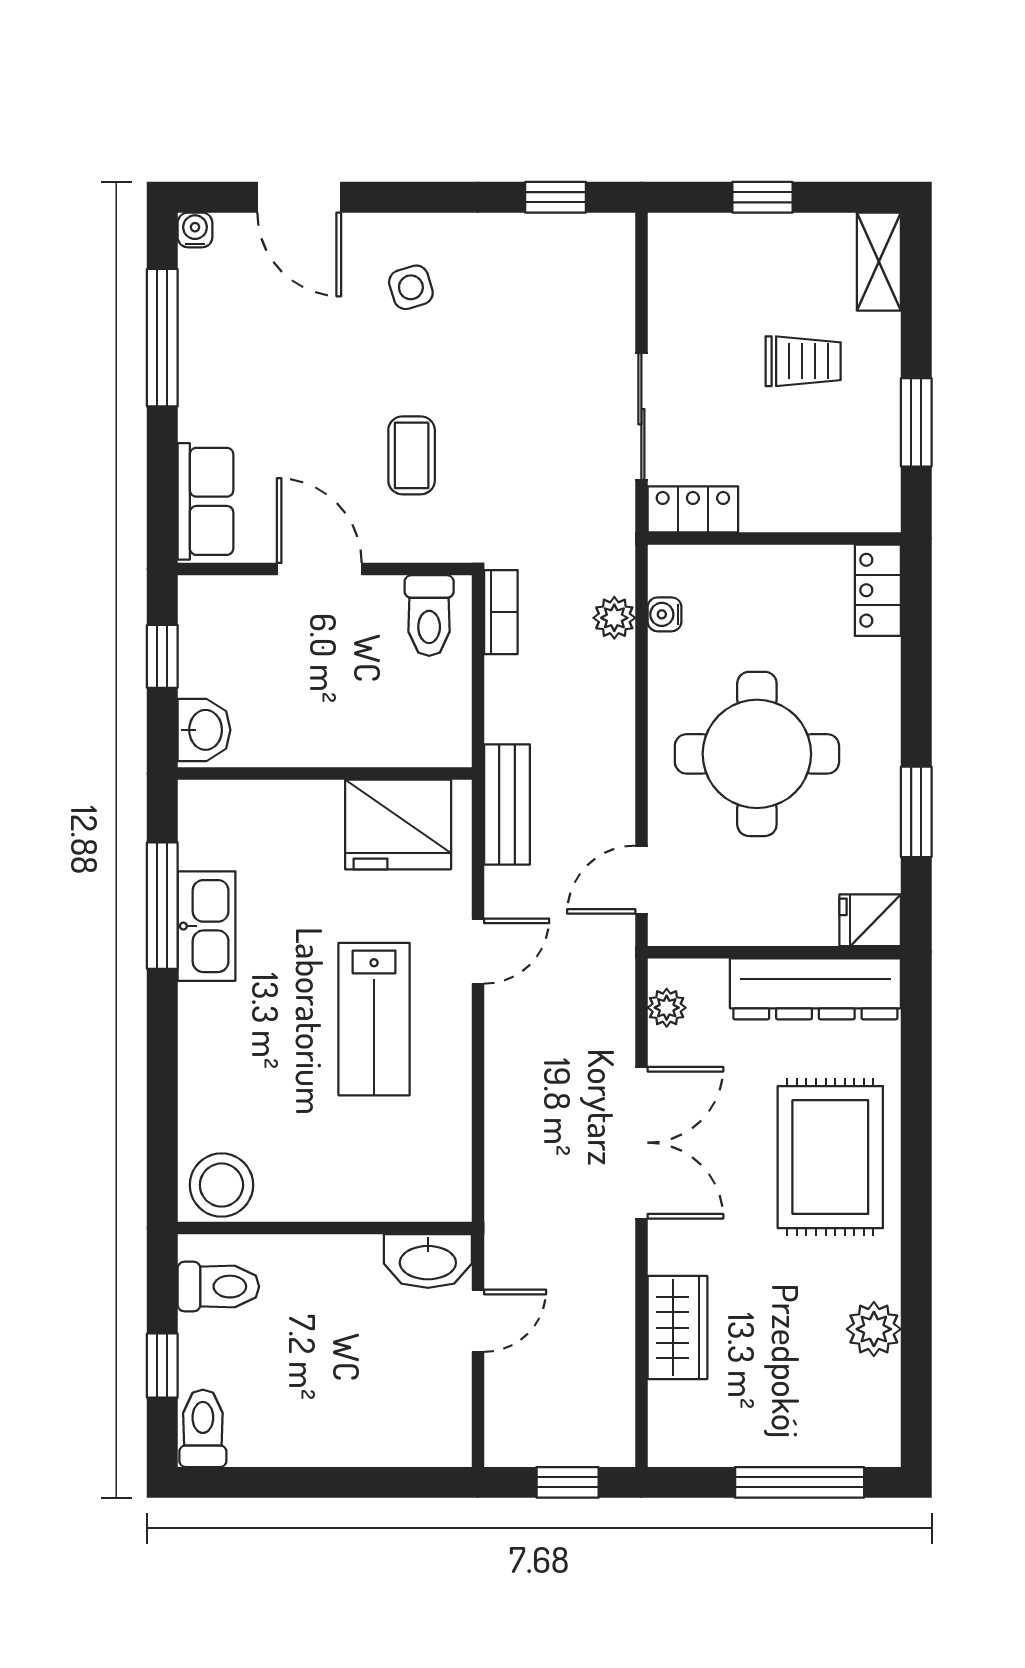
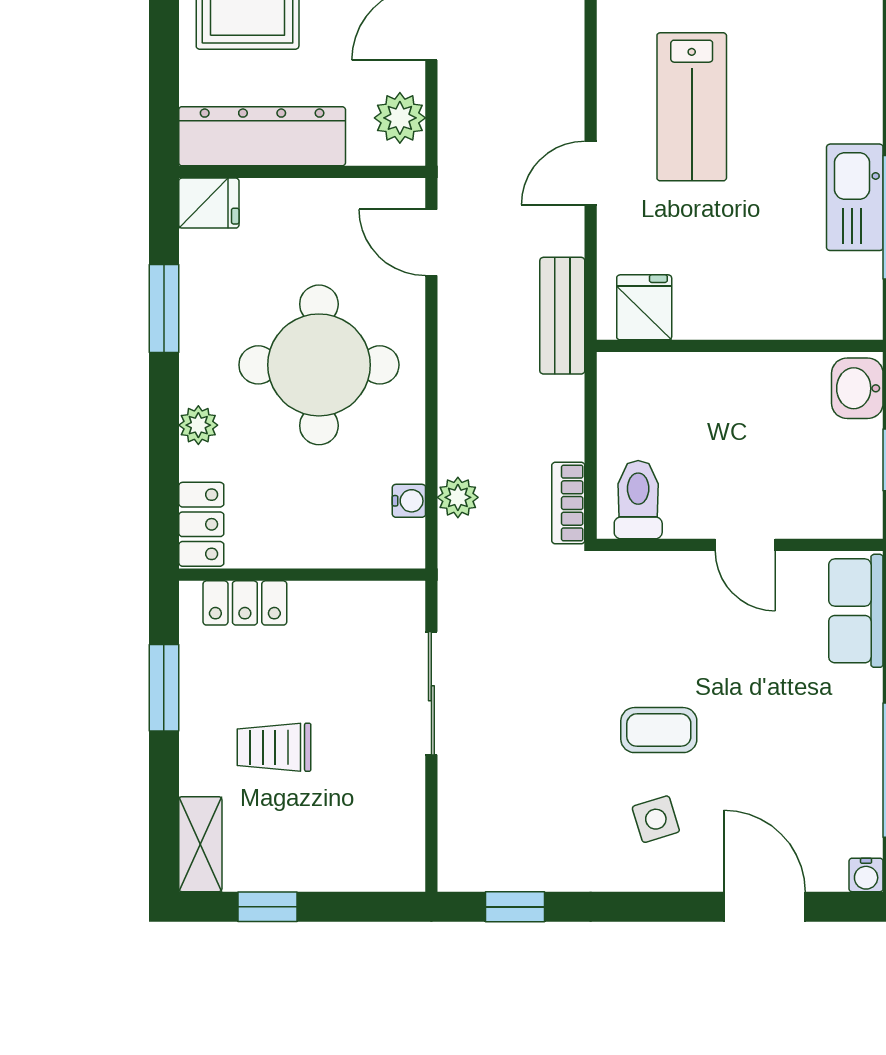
window: (762, 197) -> (268, 907), moved
coffee table: (412, 455) -> (659, 730), moved, turned 90
locker: (693, 509) -> (245, 603), moved
door: (319, 569) -> (745, 545), width x0.73
plant: (881, 692) -> (198, 425), added
fridge: (398, 824) -> (644, 307), width x0.53, depth x0.75
door: (641, 880) -> (431, 243), swing flipped
plant: (667, 1008) -> (400, 118), width x1.38, depth x1.38
lab bench: (374, 1019) -> (692, 107), turned 180

